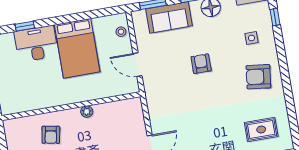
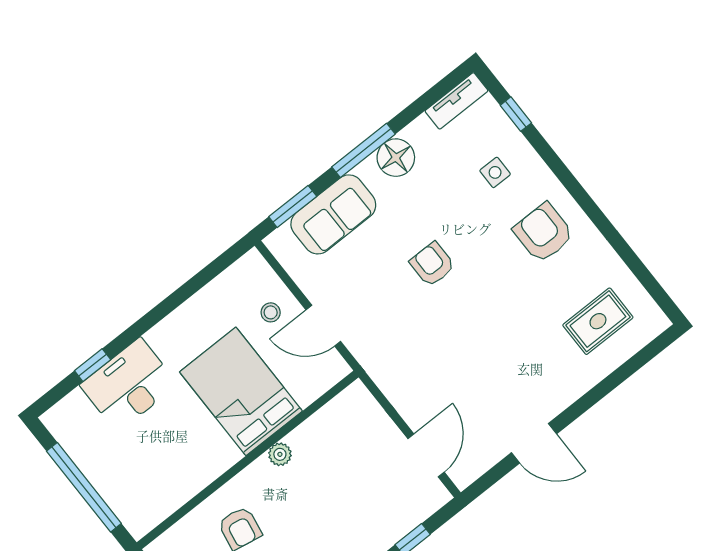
stool: (121, 32) -> (271, 312), moved
bed: (77, 48) -> (241, 391), moved, turned 180
armchair: (258, 77) -> (543, 233), turned 83

